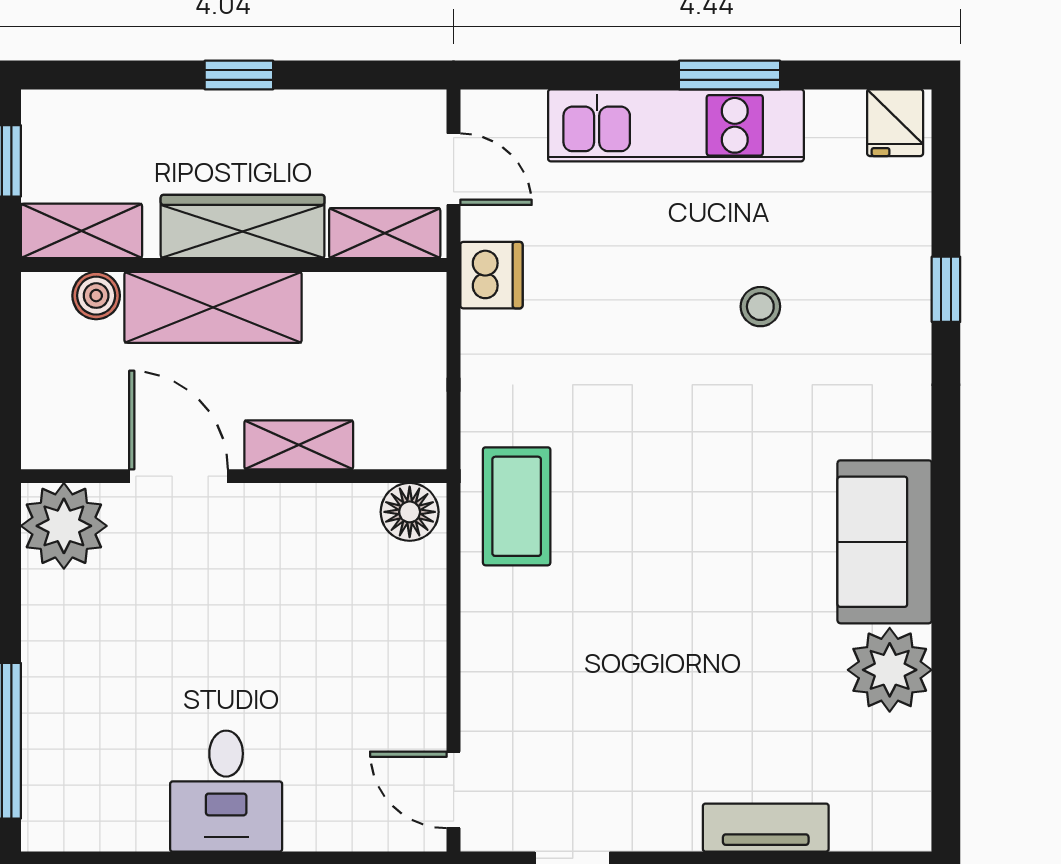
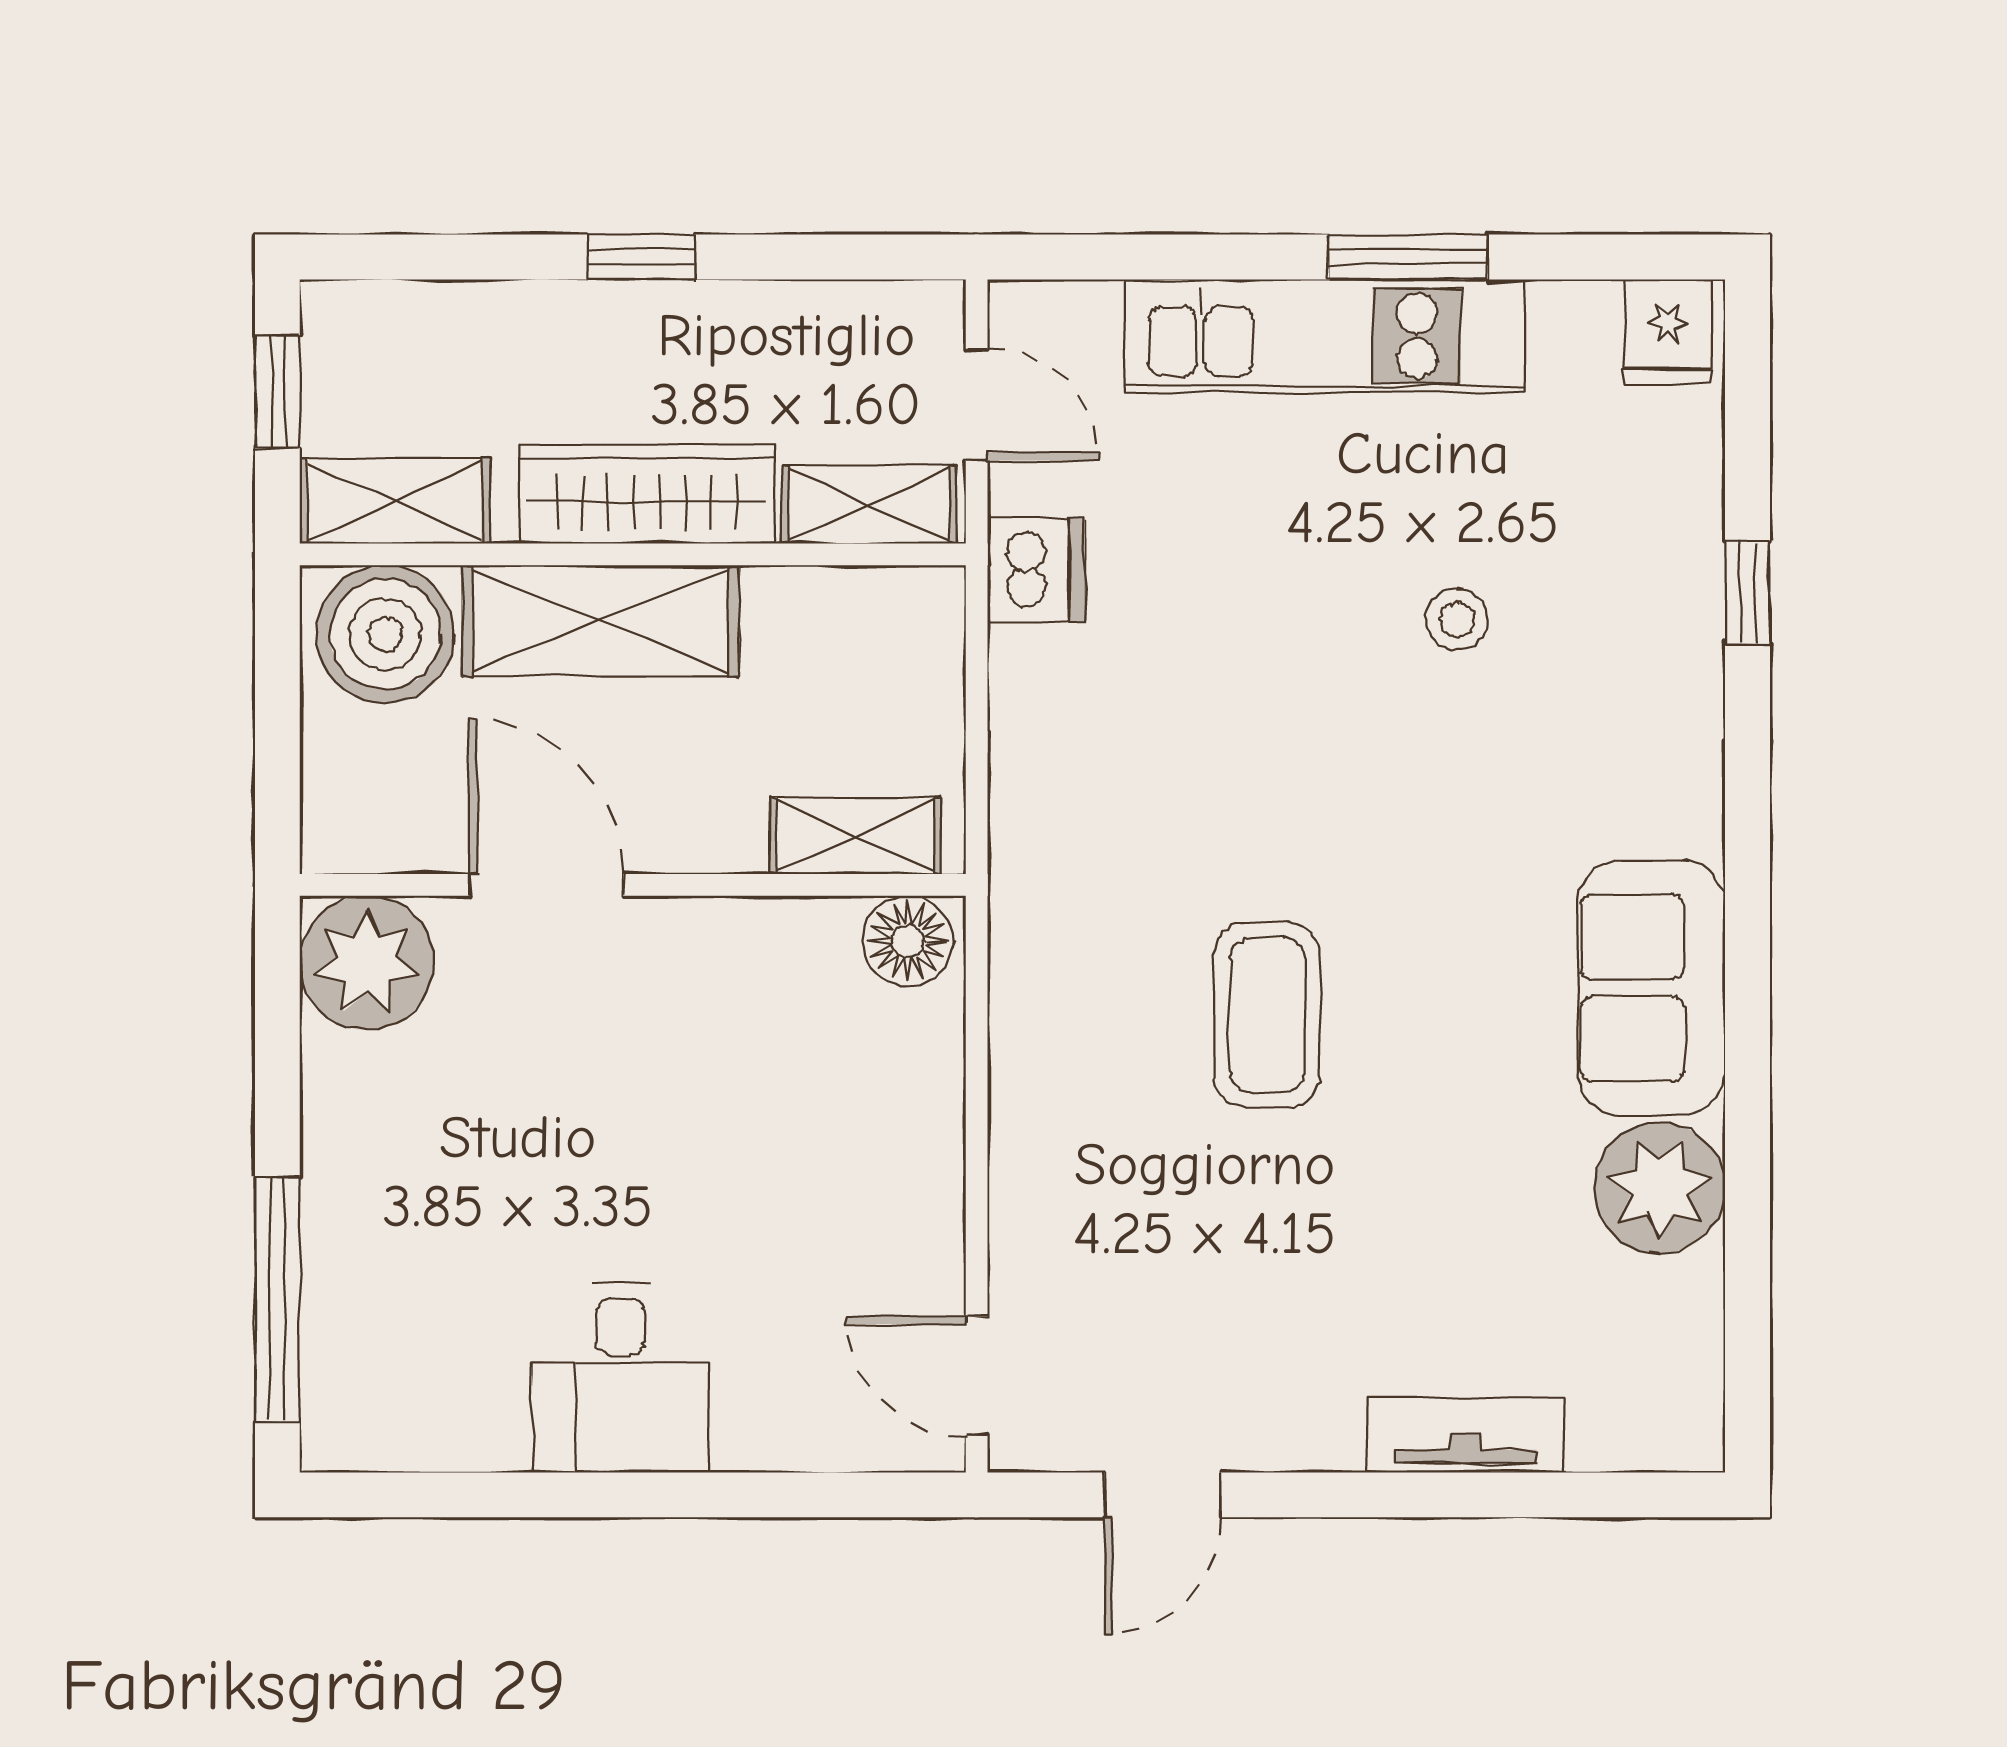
boiler: (96, 296) -> (385, 634), width x1.86, depth x1.86
shelving: (299, 445) -> (855, 836), moved
coffee table: (517, 506) -> (1267, 1015), moved

